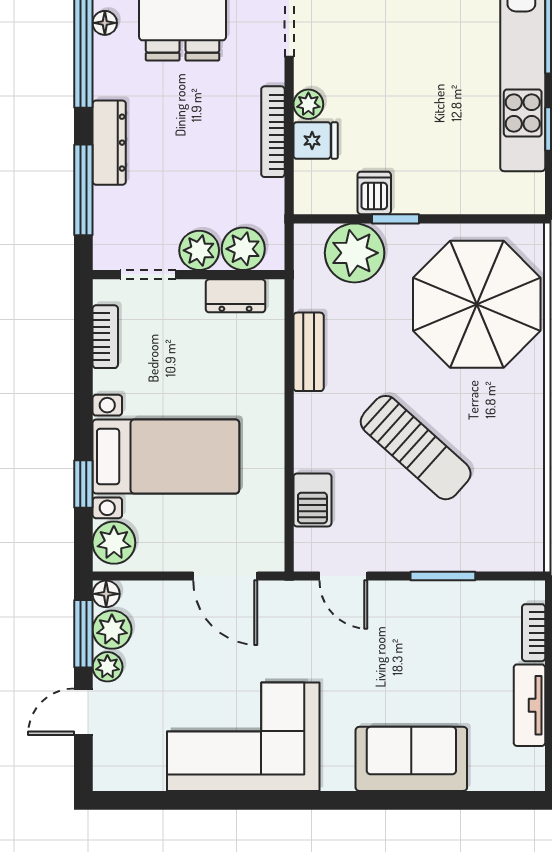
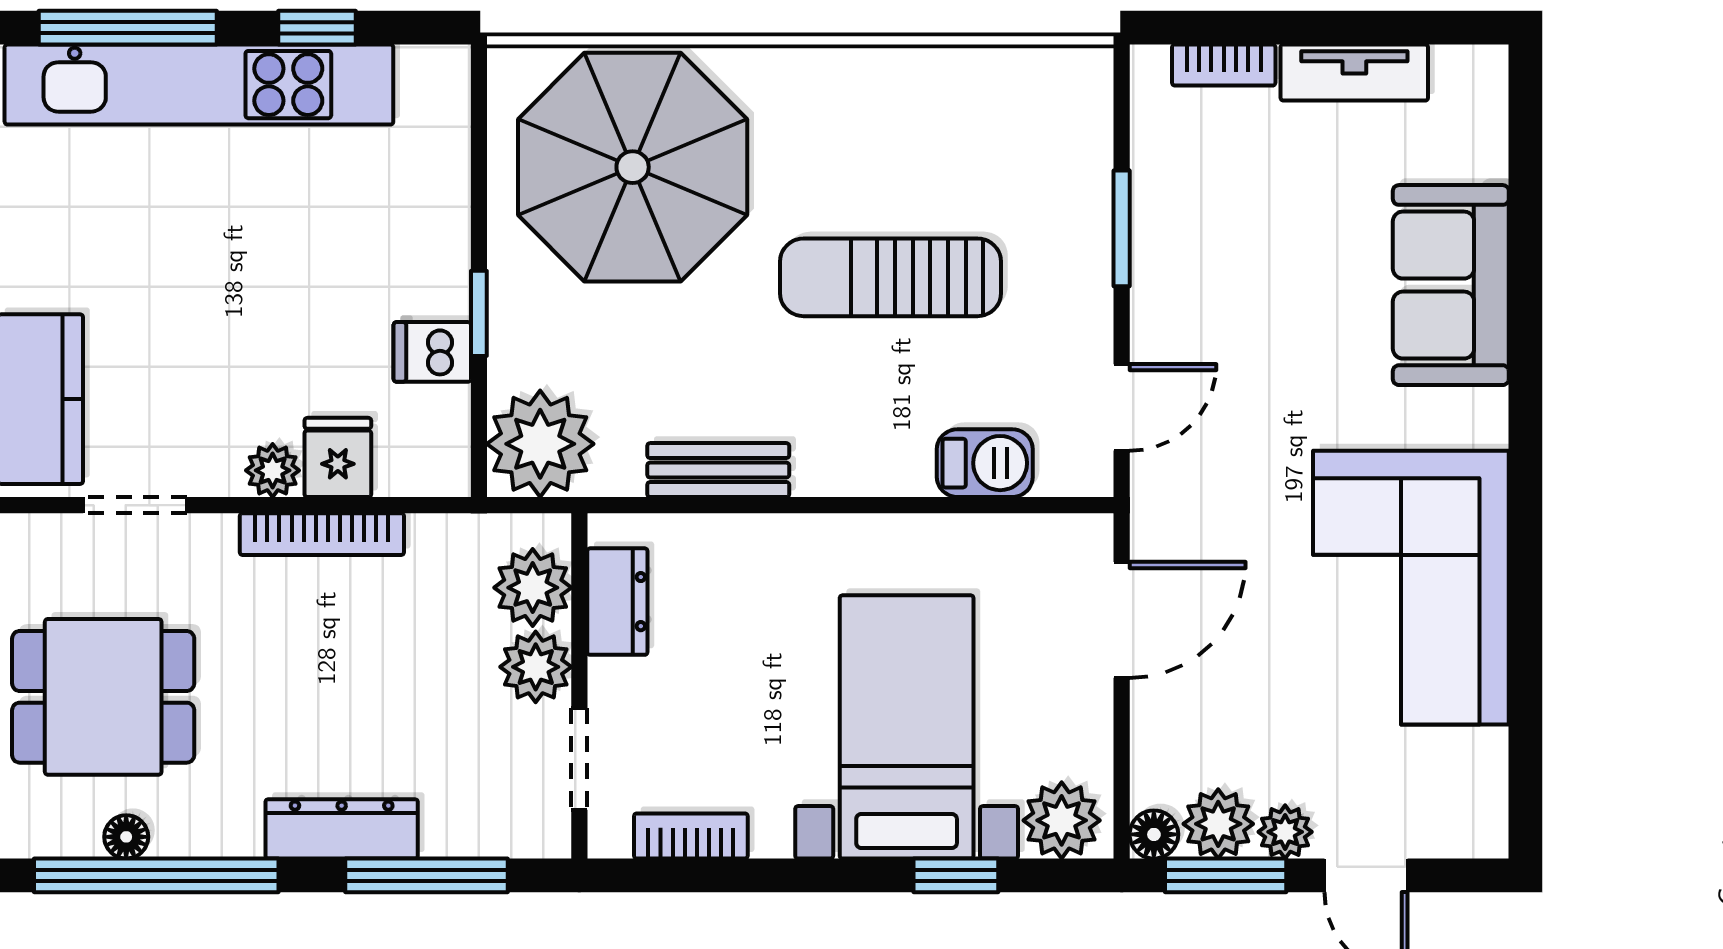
plant: (355, 253) -> (540, 444), moved
sun lounger: (416, 448) -> (891, 277), turned -132

